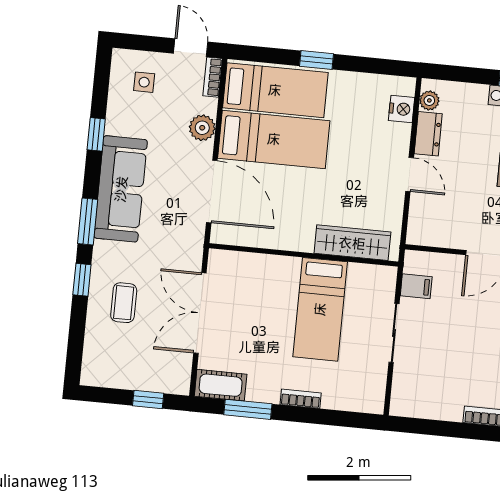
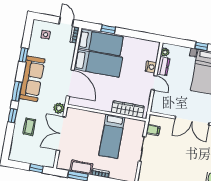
window: (316, 60) -> (108, 29), moved
nightstand: (402, 109) -> (151, 67), moved
plant: (202, 128) -> (59, 108), moved
cot: (221, 385) -> (81, 167), moved

